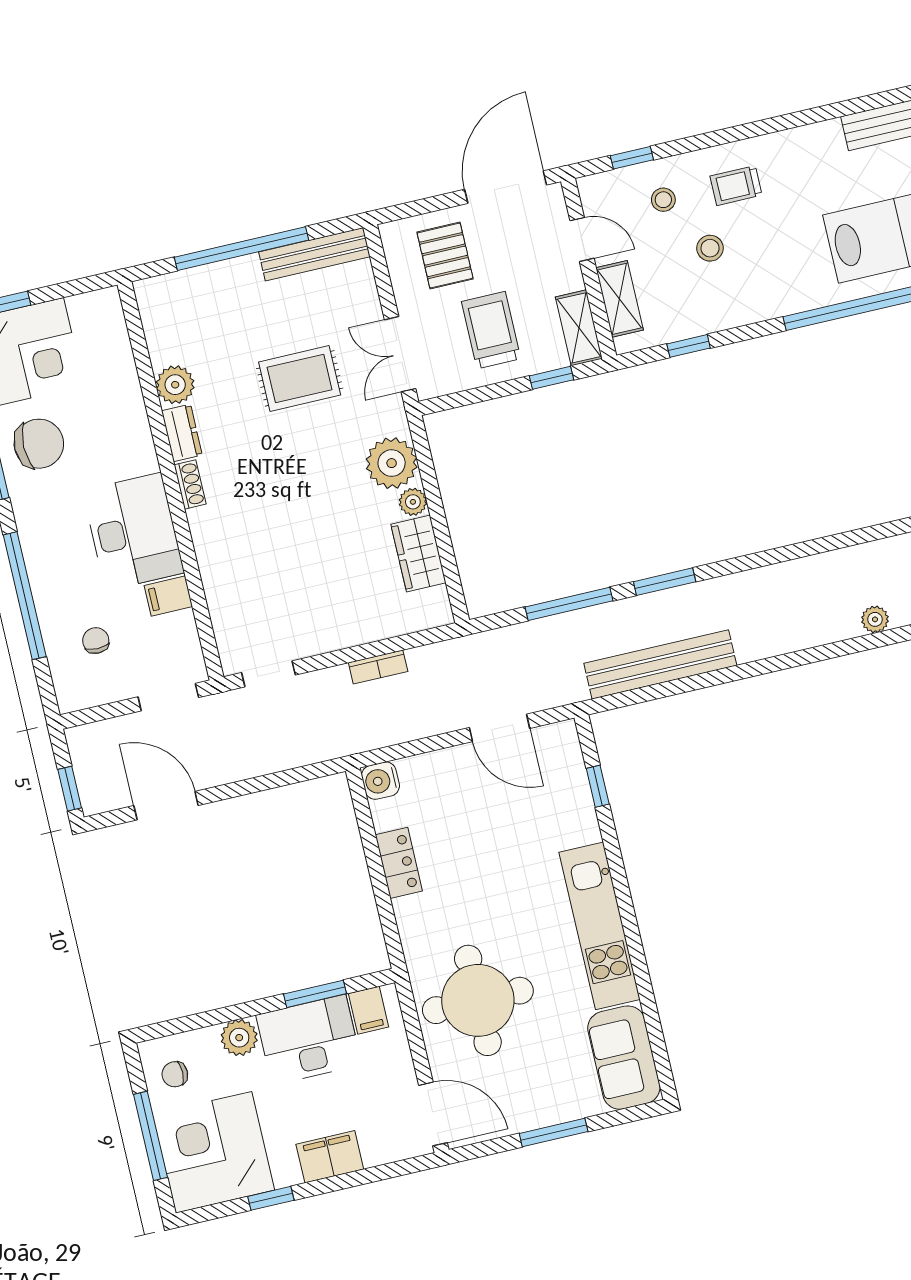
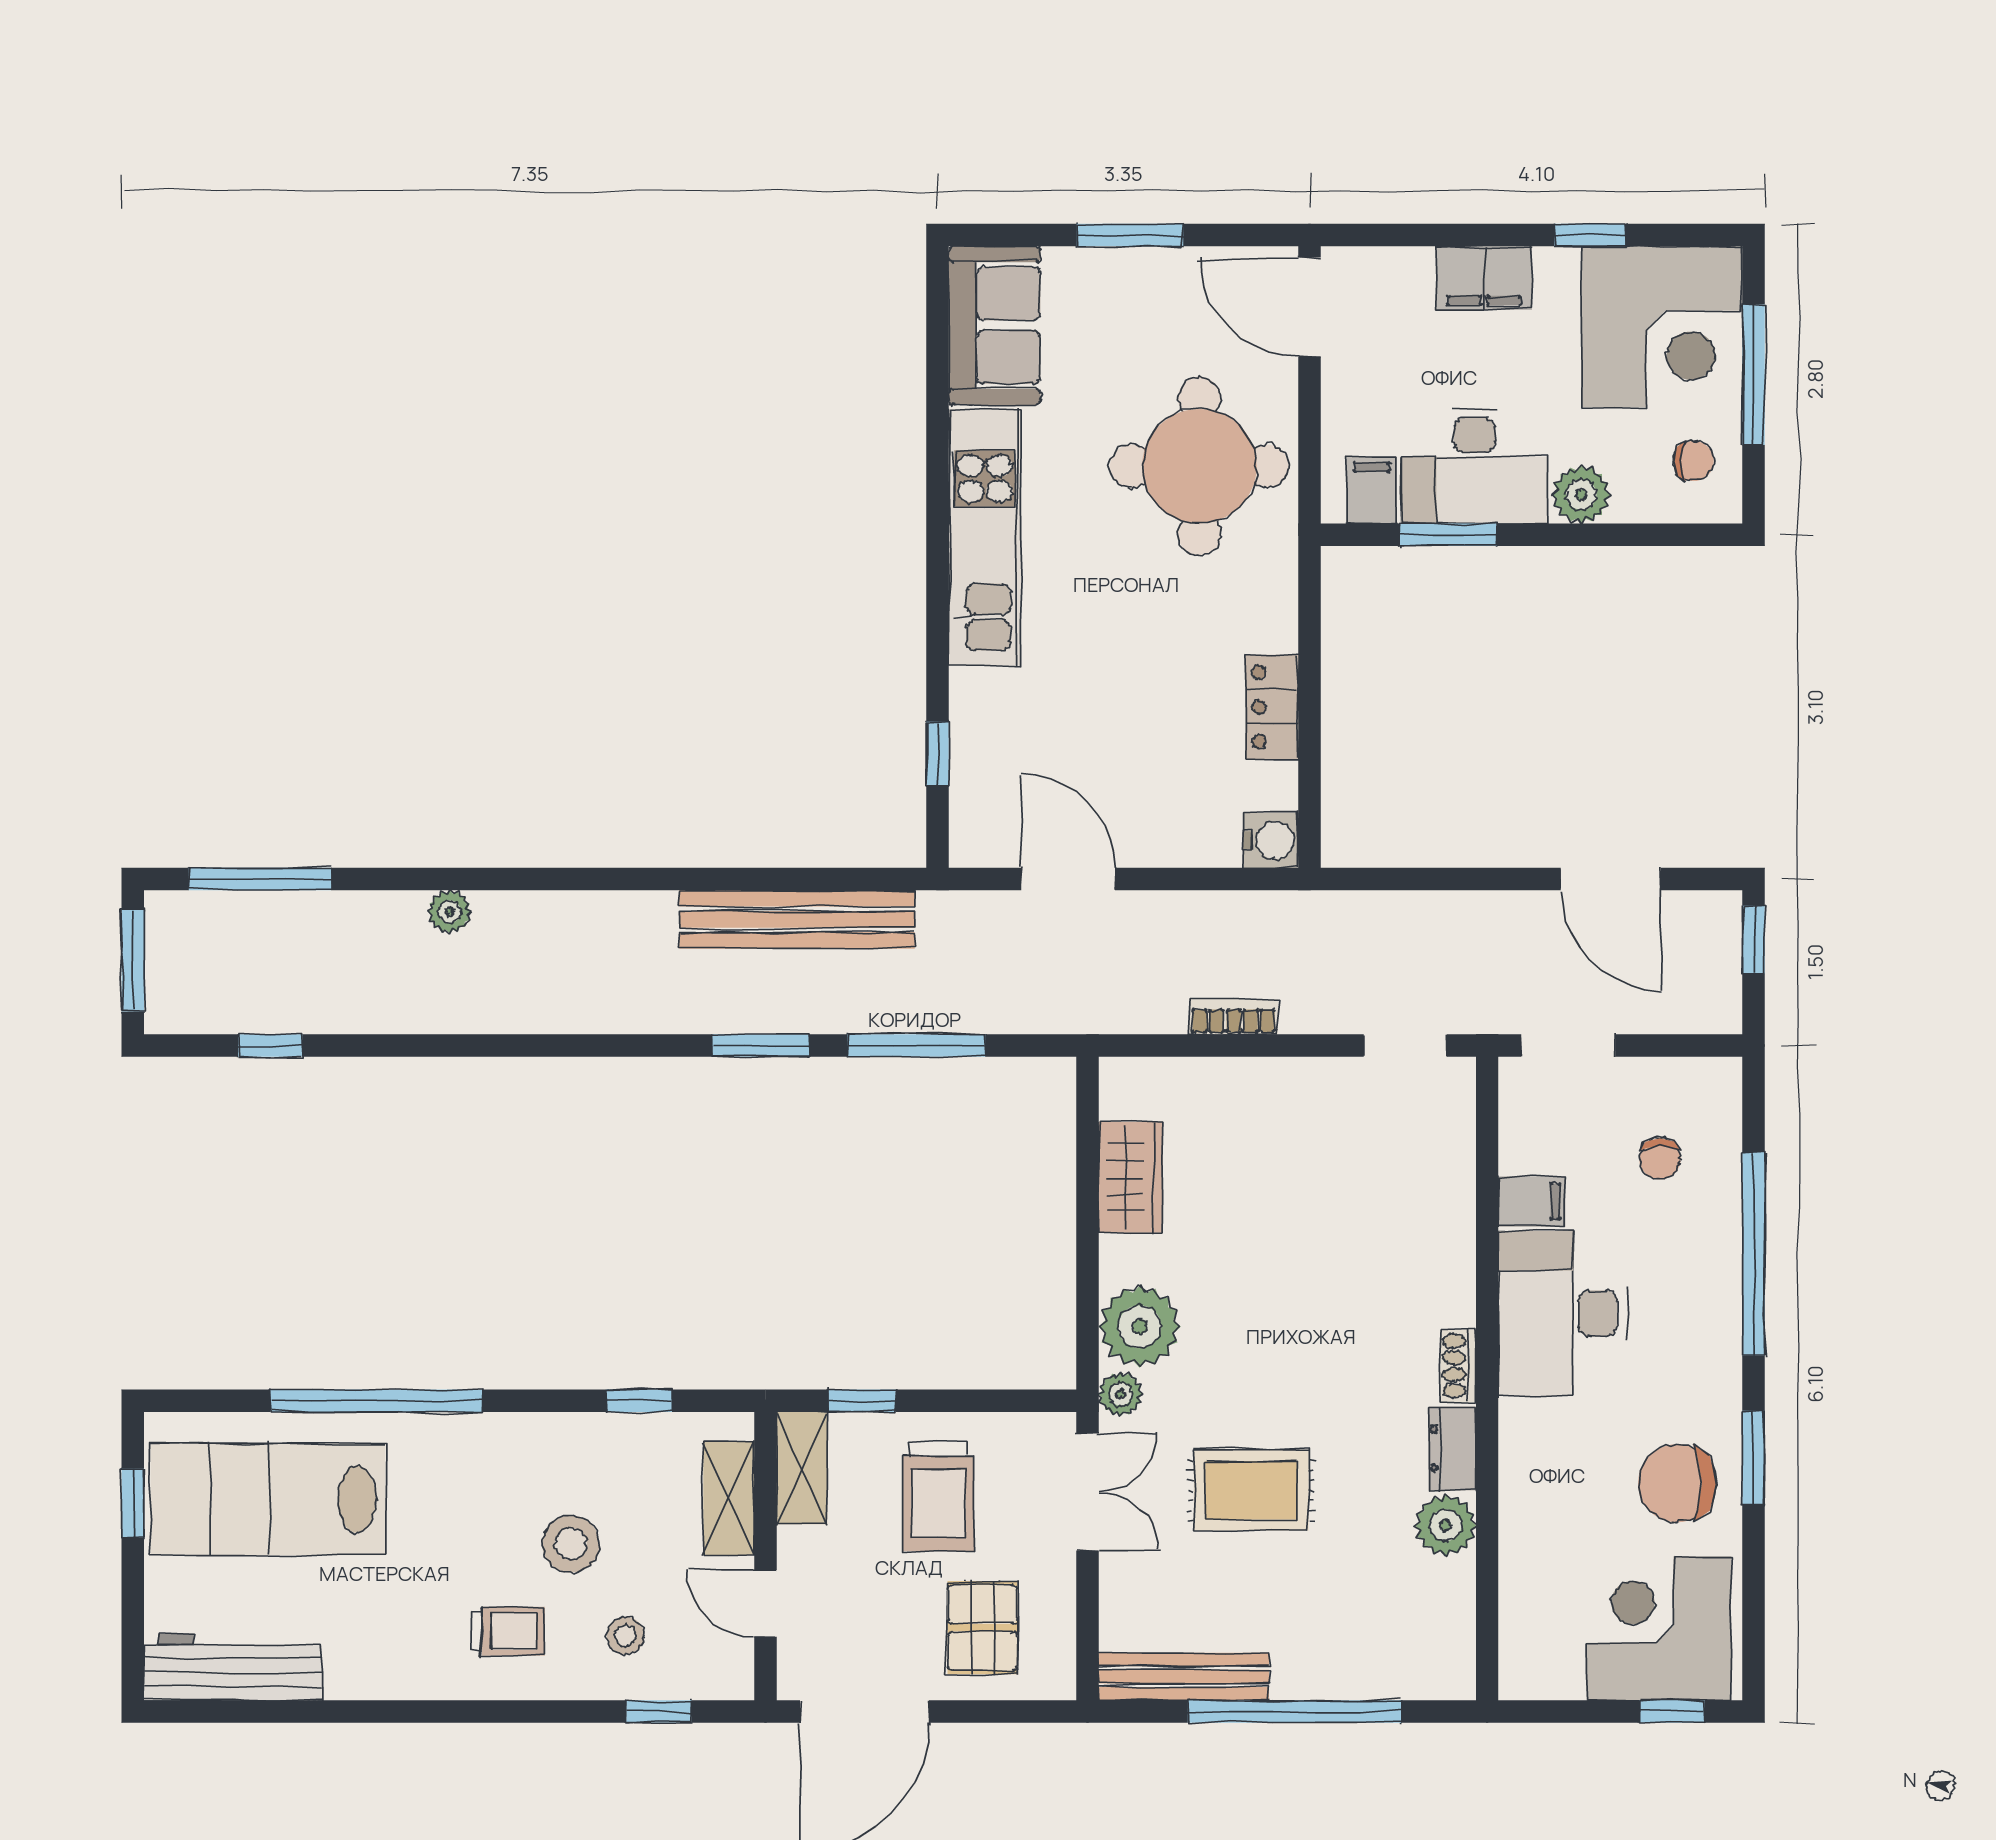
stool: (710, 248) -> (571, 1544), width x1.37, depth x1.37
plant: (413, 502) -> (1121, 1394), moved

